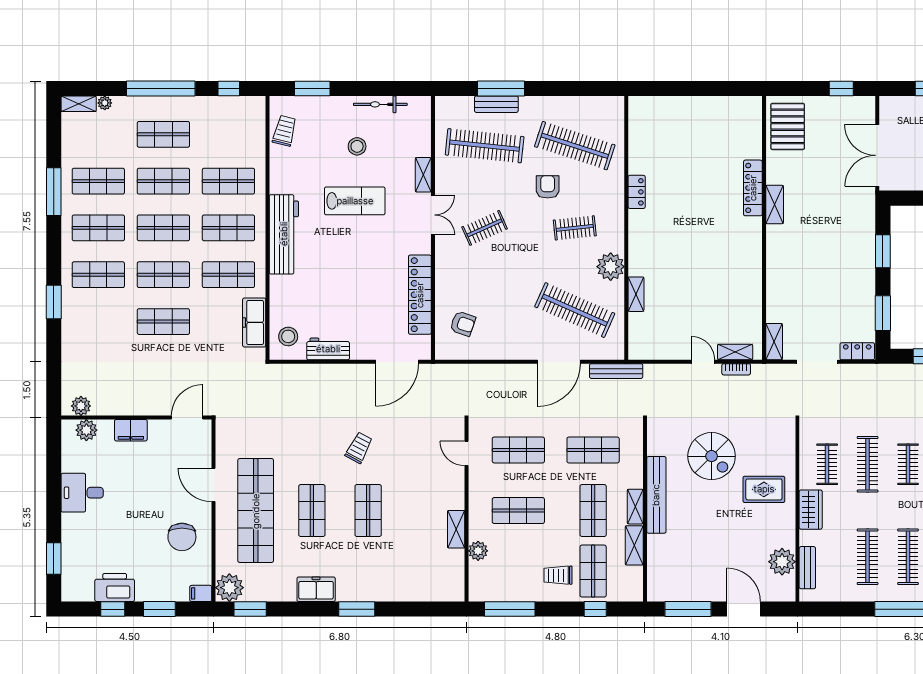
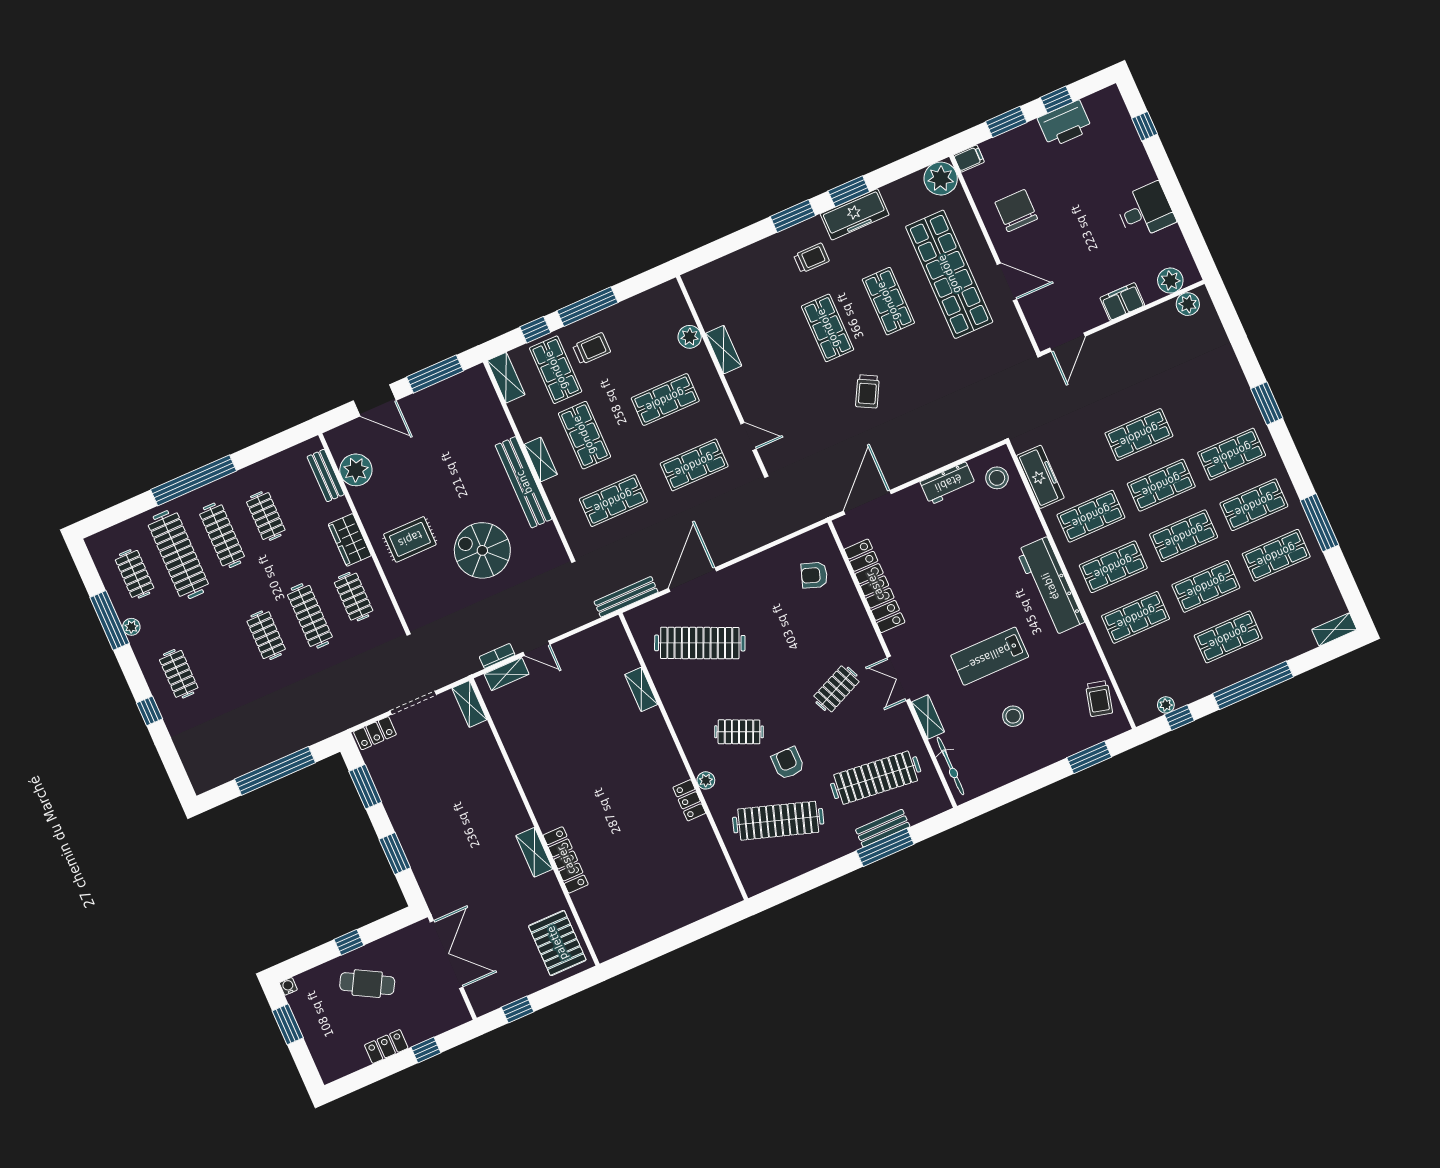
plant: (105, 103) -> (1166, 705), moved
bicycle: (380, 104) -> (950, 766), moved, turned 90
armchair: (548, 187) -> (788, 763), turned 180
clothes rail: (575, 228) -> (739, 732), turned 30
plant: (611, 267) -> (706, 780), moved, width x0.53, depth x0.53
shelving: (634, 545) -> (506, 378), moved
clothes rail: (868, 557) -> (266, 516), width x0.73
window: (54, 558) -> (1145, 126), width x0.67
trolley: (357, 570) -> (811, 258), added
freezer: (316, 589) -> (855, 214), width x1.40
window: (250, 609) -> (849, 191), moved
window: (510, 609) -> (587, 307), moved

